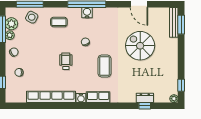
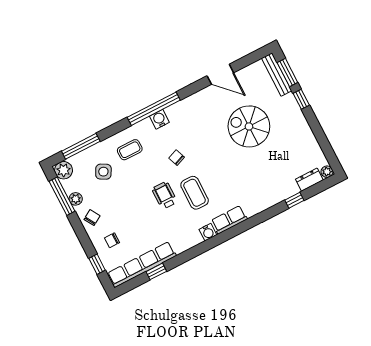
side table: (32, 17) -> (103, 172), moved
plant: (11, 24) -> (64, 170), moved
coffee table: (104, 66) -> (195, 193), moved
window: (181, 85) -> (301, 99), moved
row of seats: (51, 97) -> (142, 265), moved
dresser: (145, 98) -> (309, 180), moved
window: (36, 106) -> (156, 271), added

